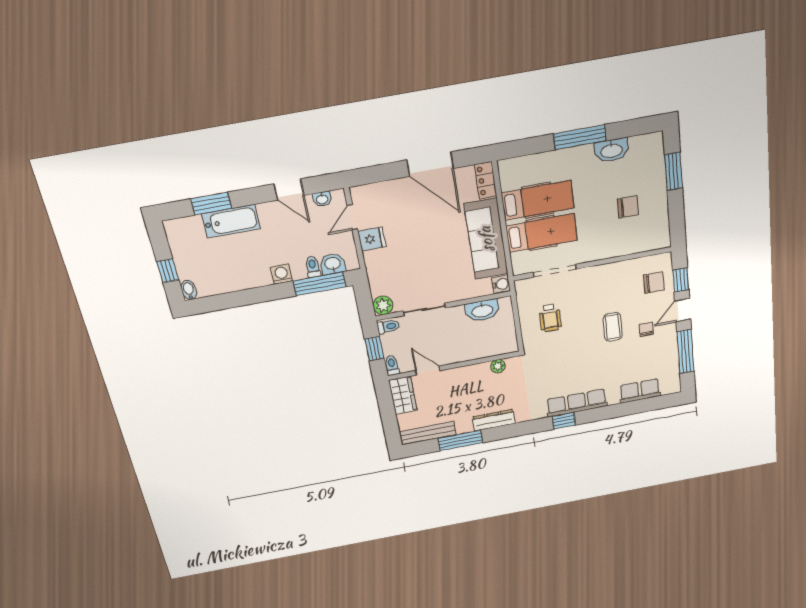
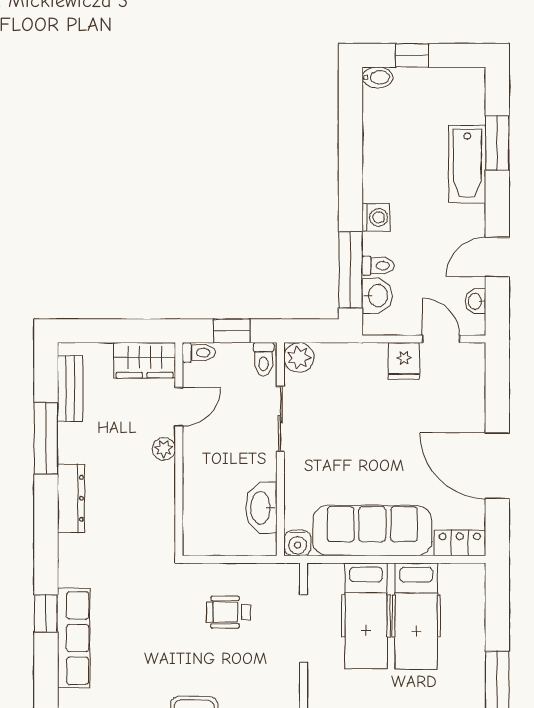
door: (430, 164) -> (497, 466), hinge flipped
plant: (498, 366) -> (164, 449), moved
bench: (428, 433) -> (70, 389), width x0.73

